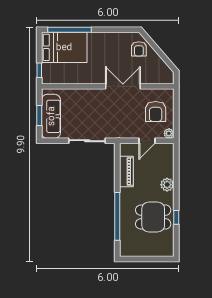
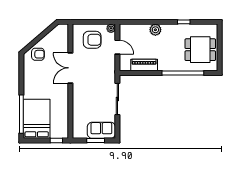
sofa: (51, 116) -> (101, 130), width x0.73
dining table: (153, 217) -> (200, 50), moved, turned 90

